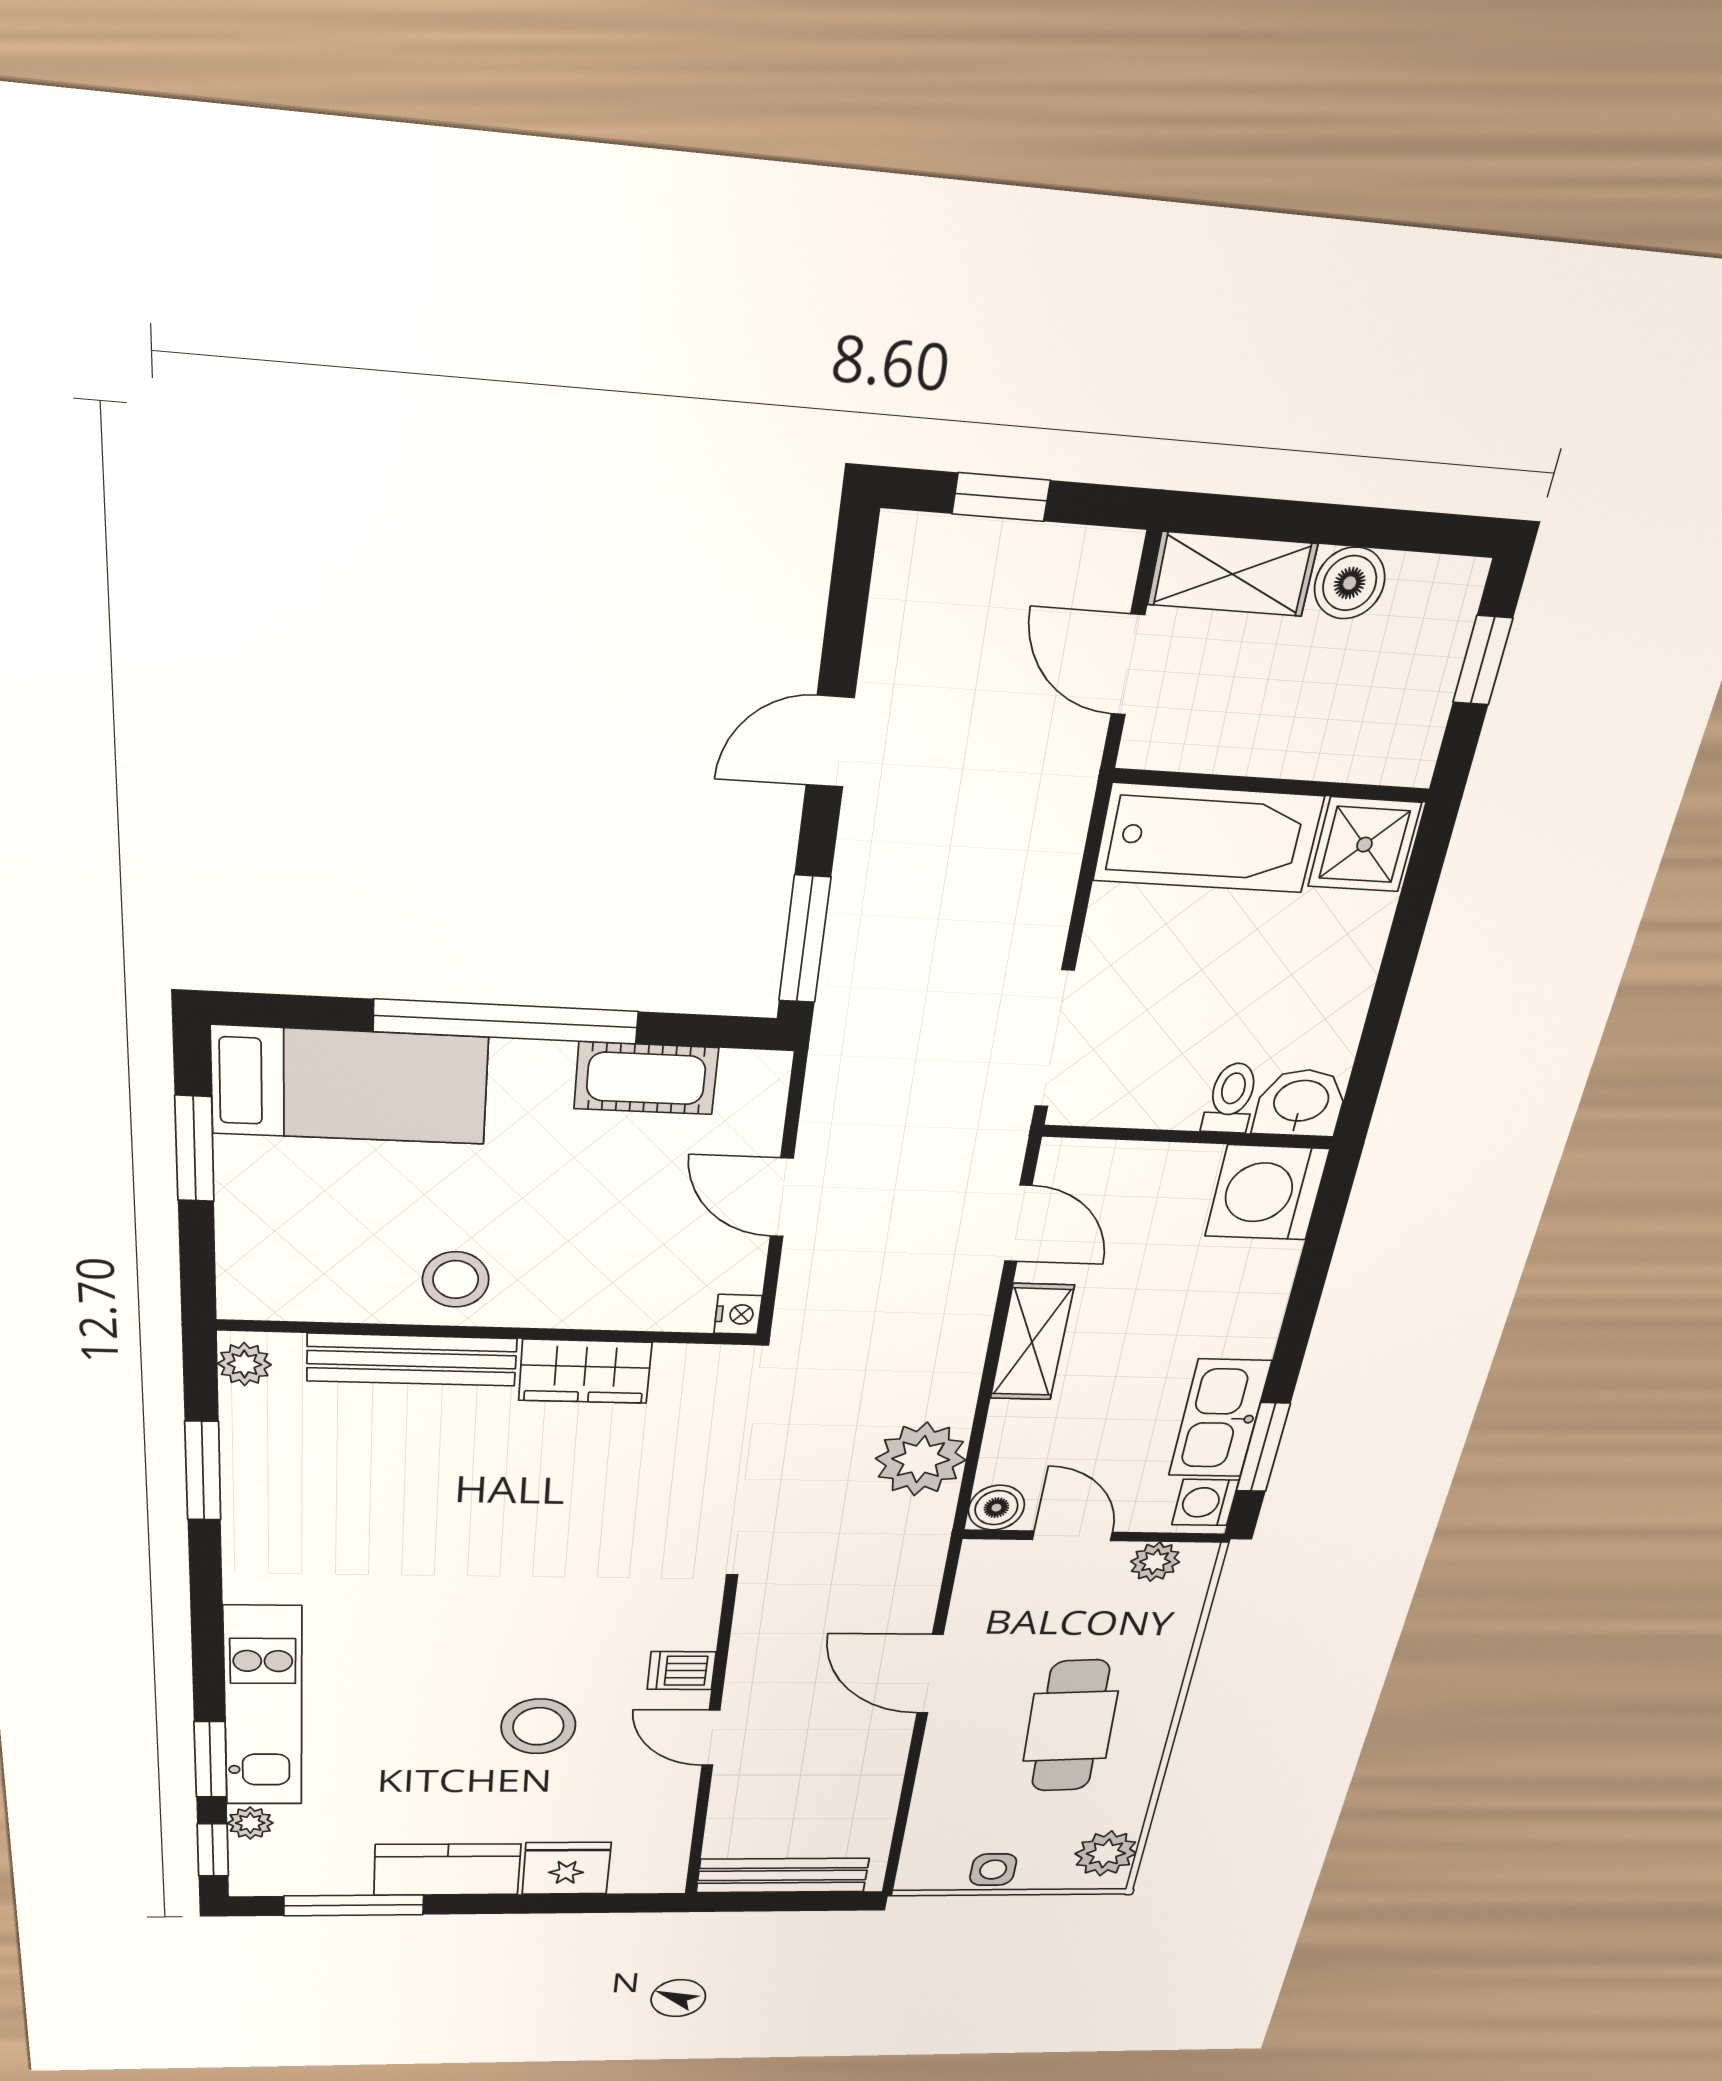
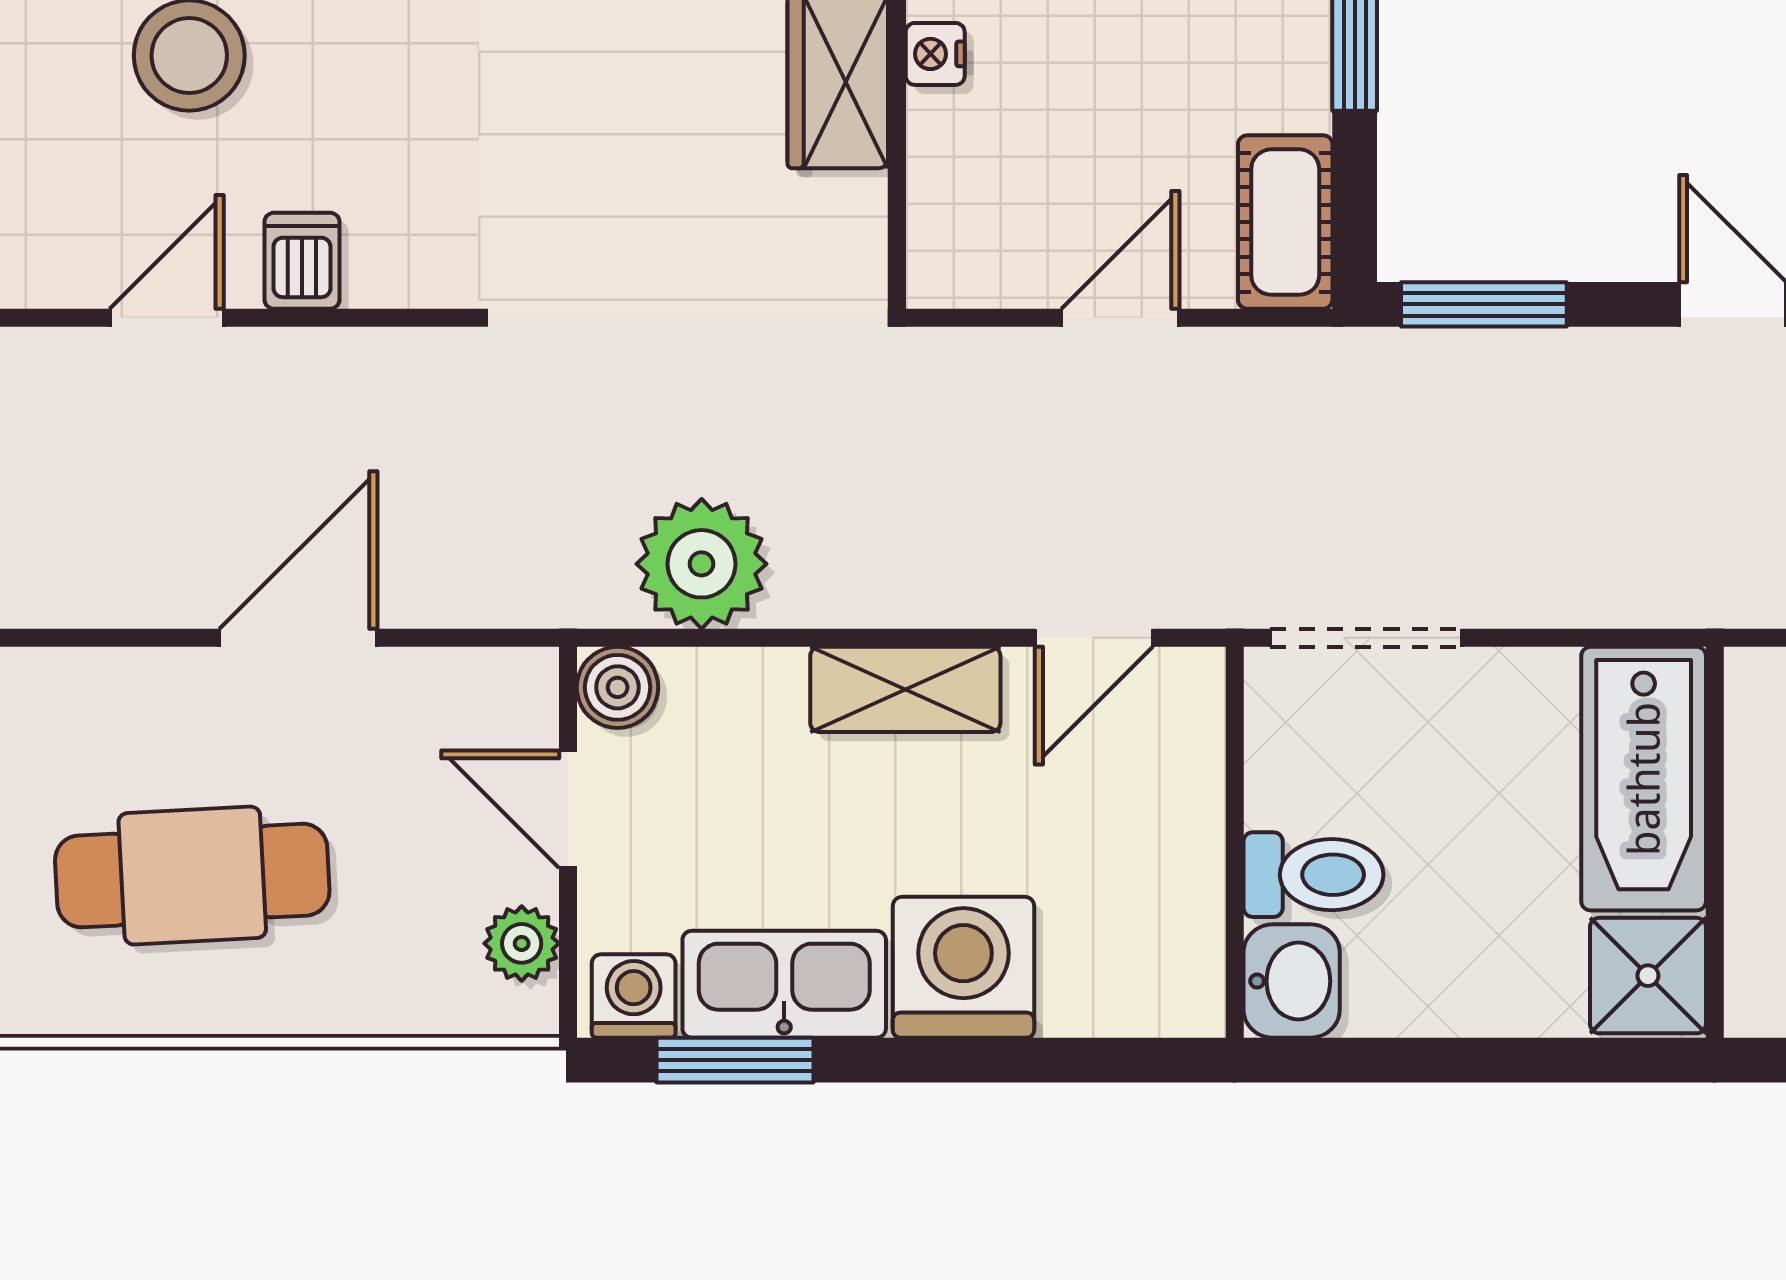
cot: (646, 1078) -> (1285, 222), moved
toilet: (1231, 1098) -> (1313, 875), width x1.37, depth x1.39
washing machine: (1267, 1193) -> (963, 967), moved
nightstand: (738, 1314) -> (935, 54), moved, turned 90
door: (1072, 1536) -> (568, 809), swing flipped

